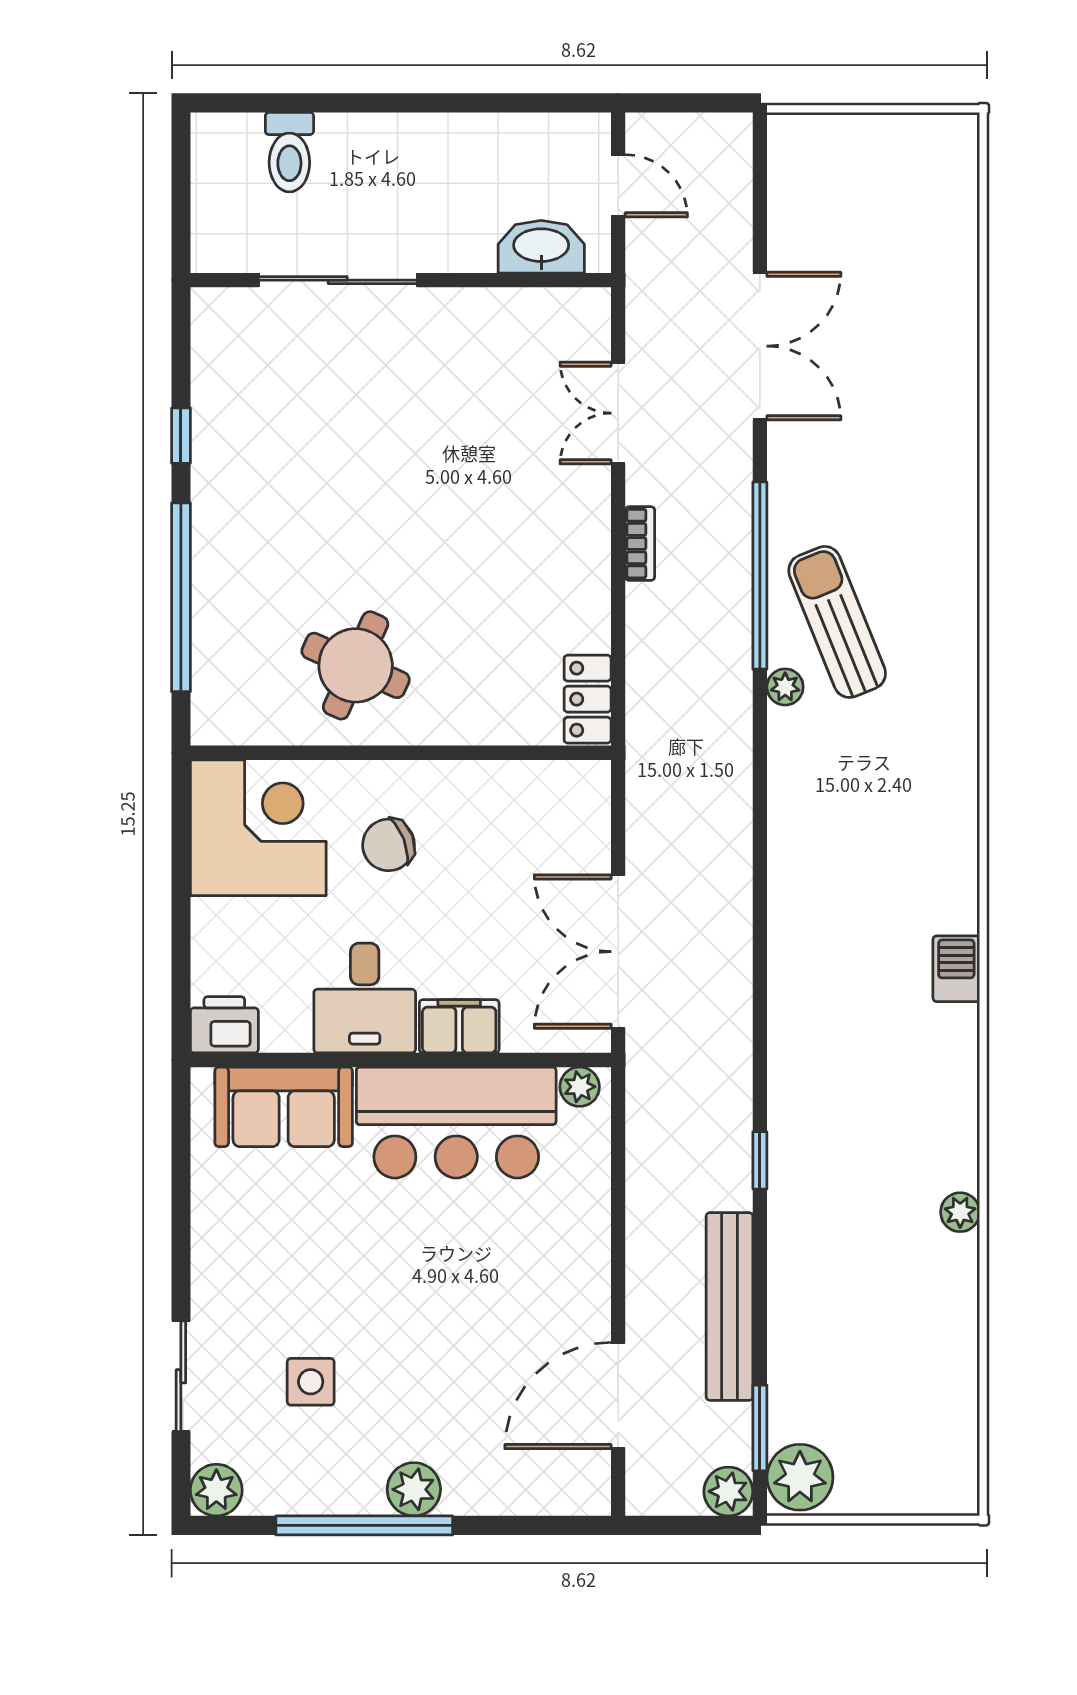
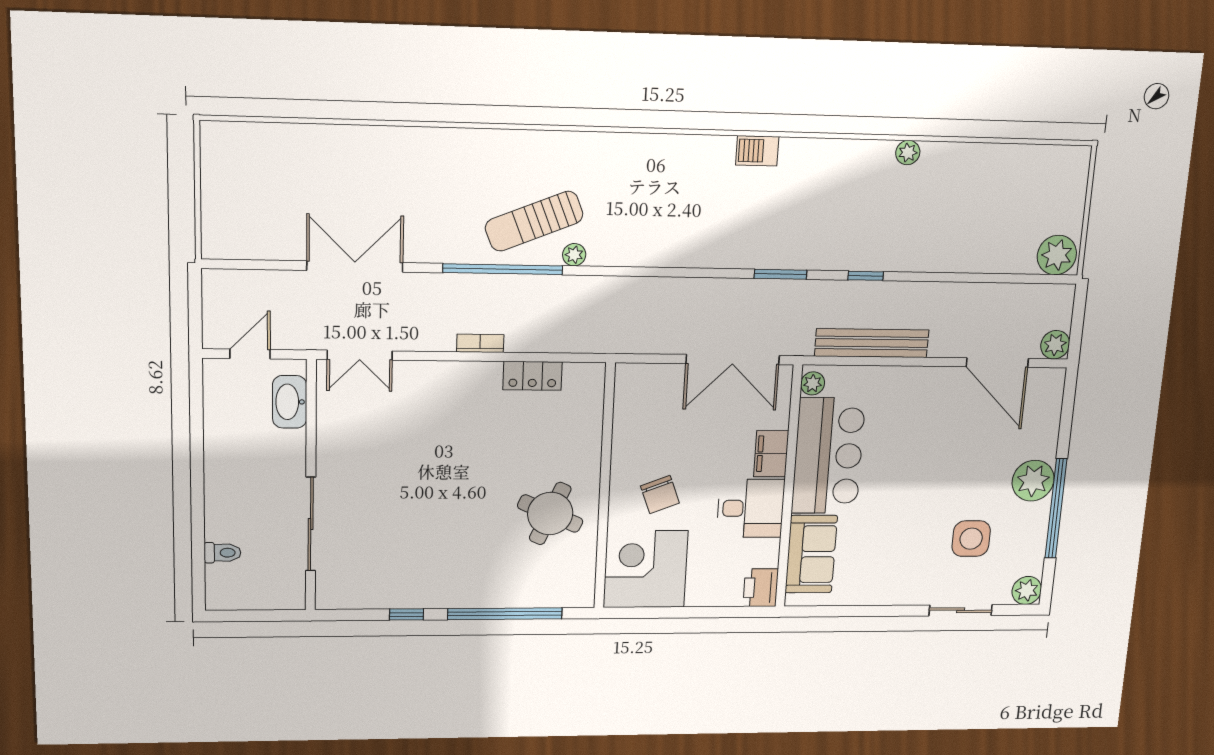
toilet: (289, 152) -> (222, 553), width x0.73, depth x0.72
double door: (618, 413) -> (360, 355), moved
locker: (588, 699) -> (533, 376), moved
bench: (729, 1306) -> (872, 343), moved
side table: (311, 1382) -> (971, 539), width x1.37, depth x1.37
window: (760, 1428) -> (780, 274), moved
plant: (414, 1489) -> (1033, 481), width x1.36, depth x1.36
plant: (728, 1491) -> (1055, 345), moved

